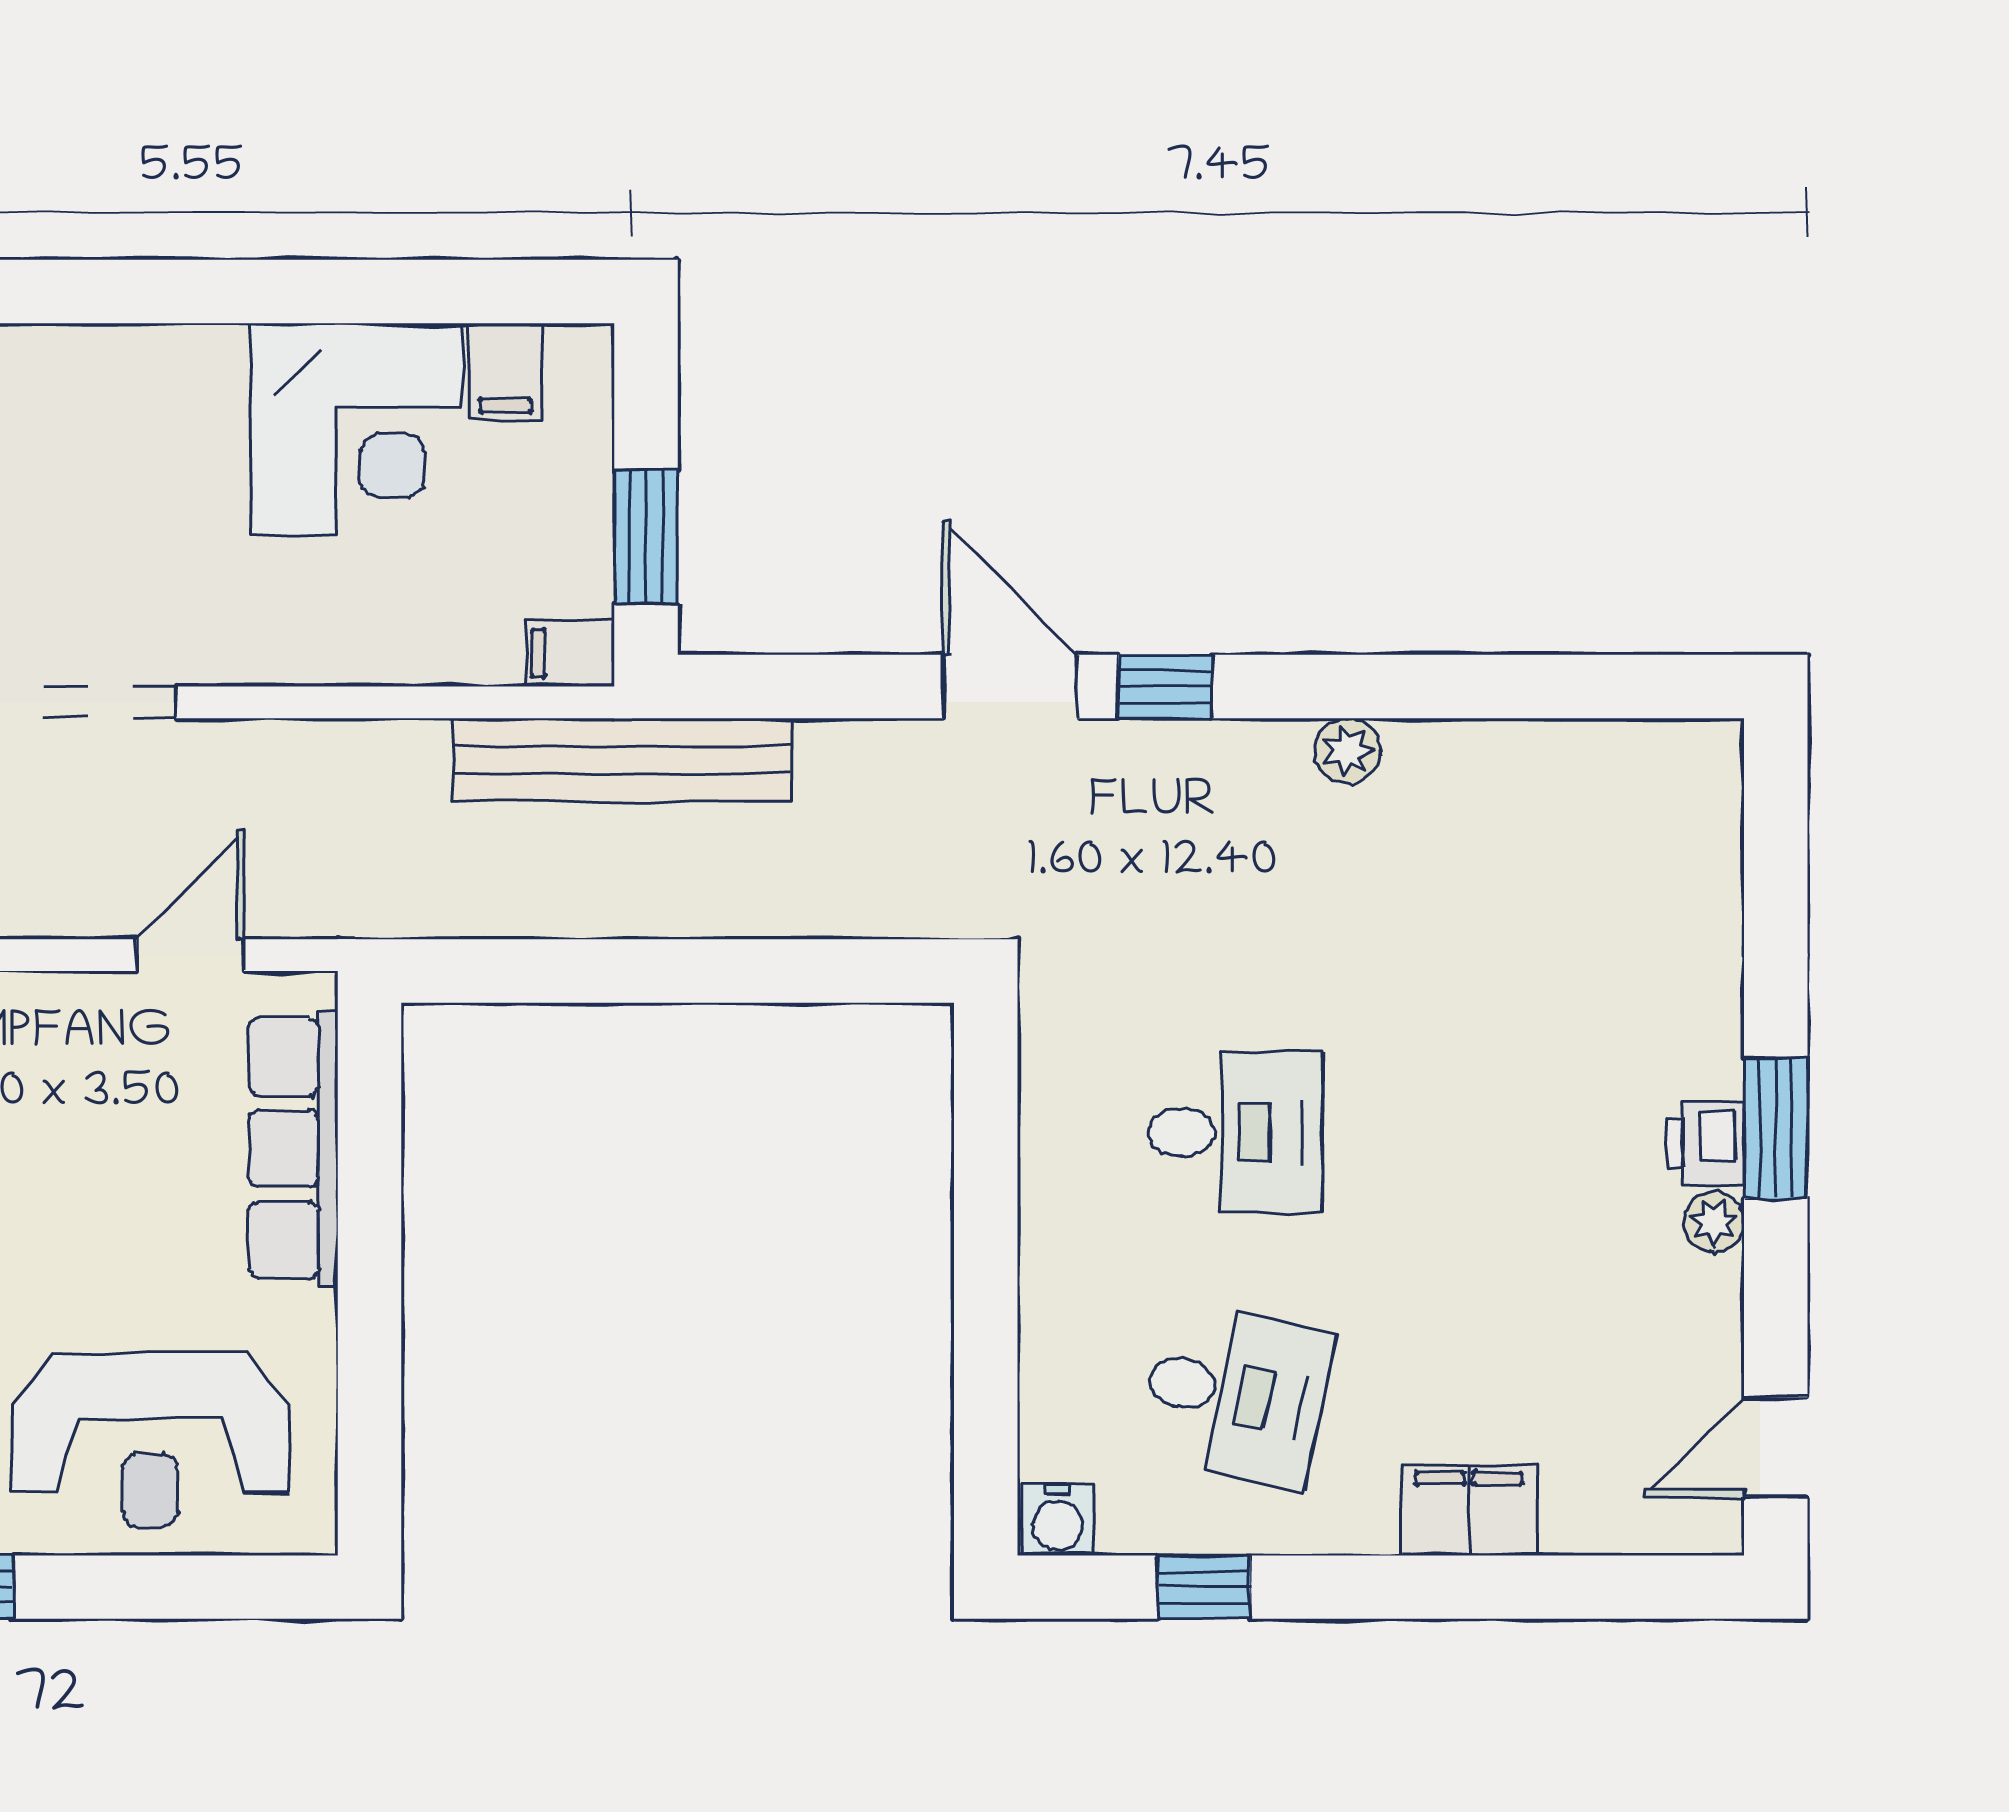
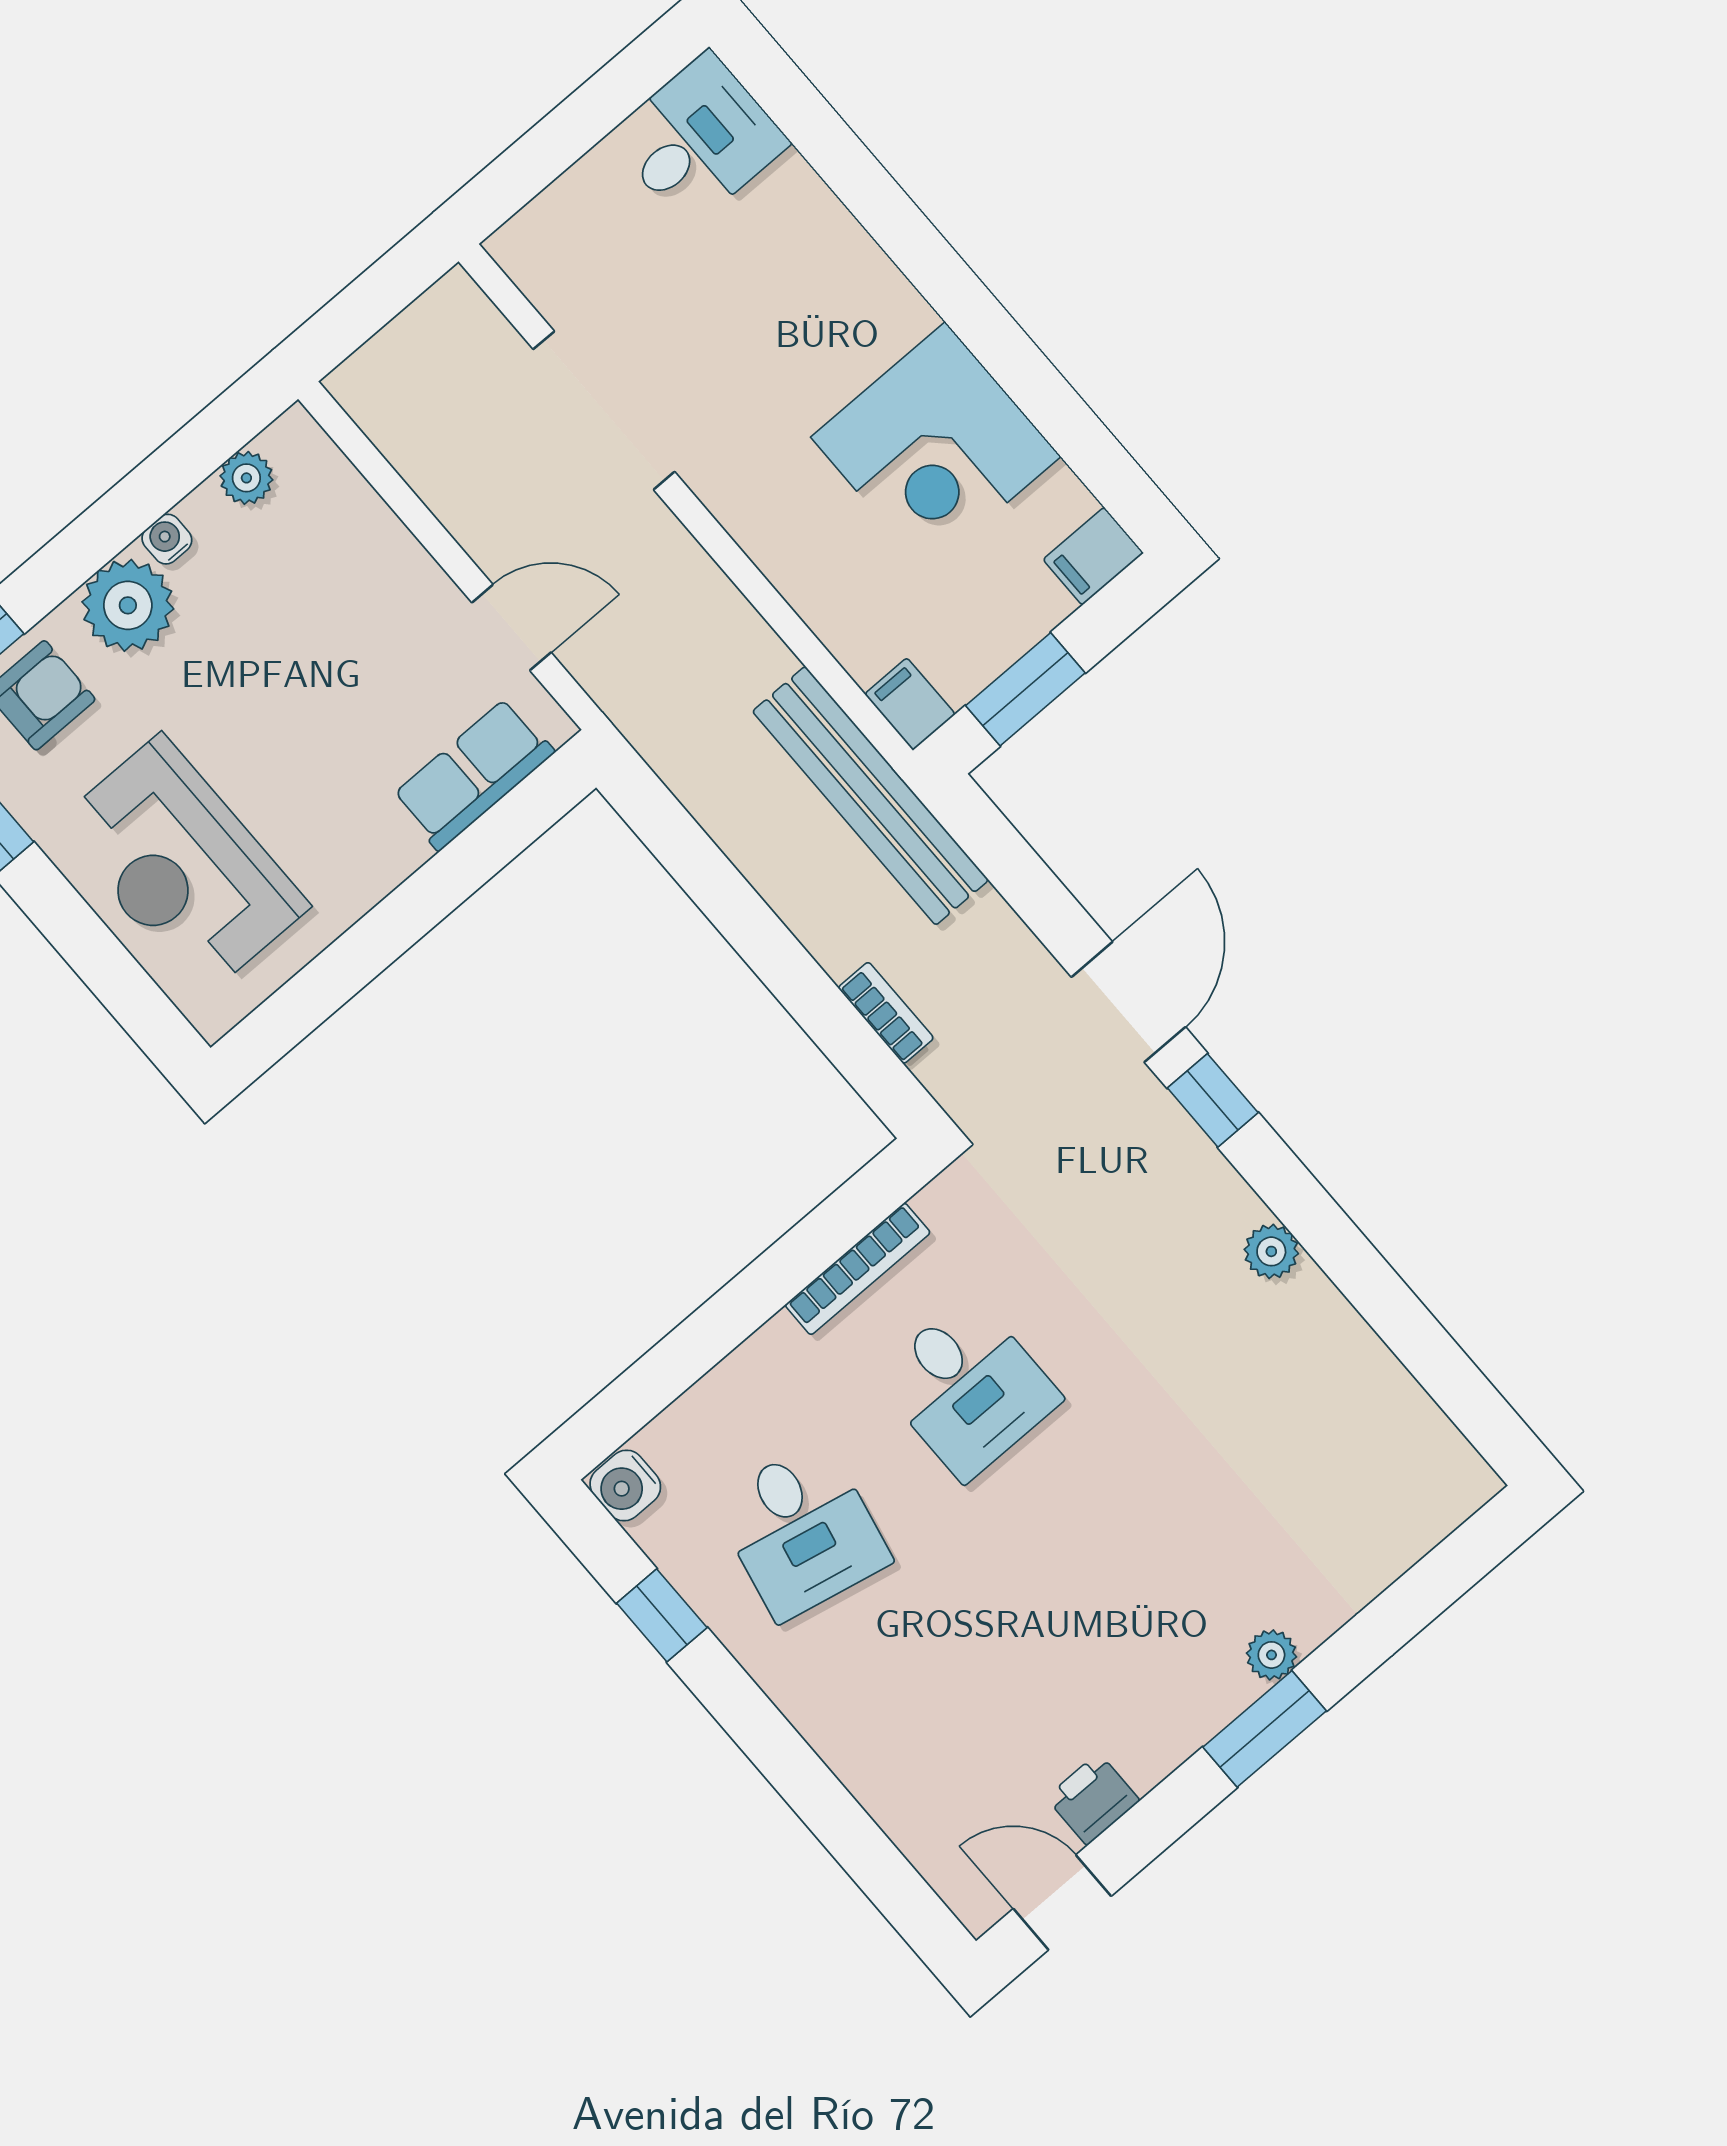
filing cabinet: (505, 372) -> (1093, 556), moved
bookcase: (831, 915) -> (886, 1013), added
bookcase: (1042, 1140) -> (858, 1269), added
printer: (1706, 1143) -> (1093, 1799), moved
row of seats: (294, 1148) -> (473, 774), width x0.68
plant: (1714, 1222) -> (1271, 1655), moved
filing cabinet: (1469, 1510) -> (855, 1742), removed

